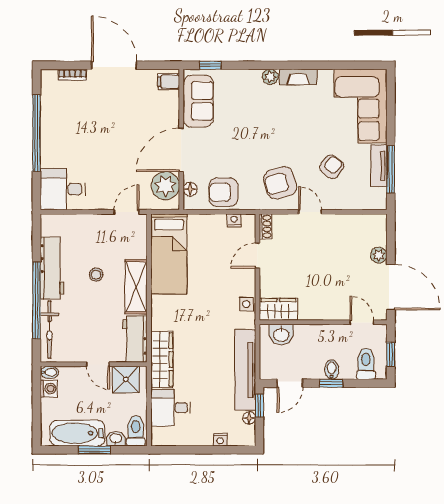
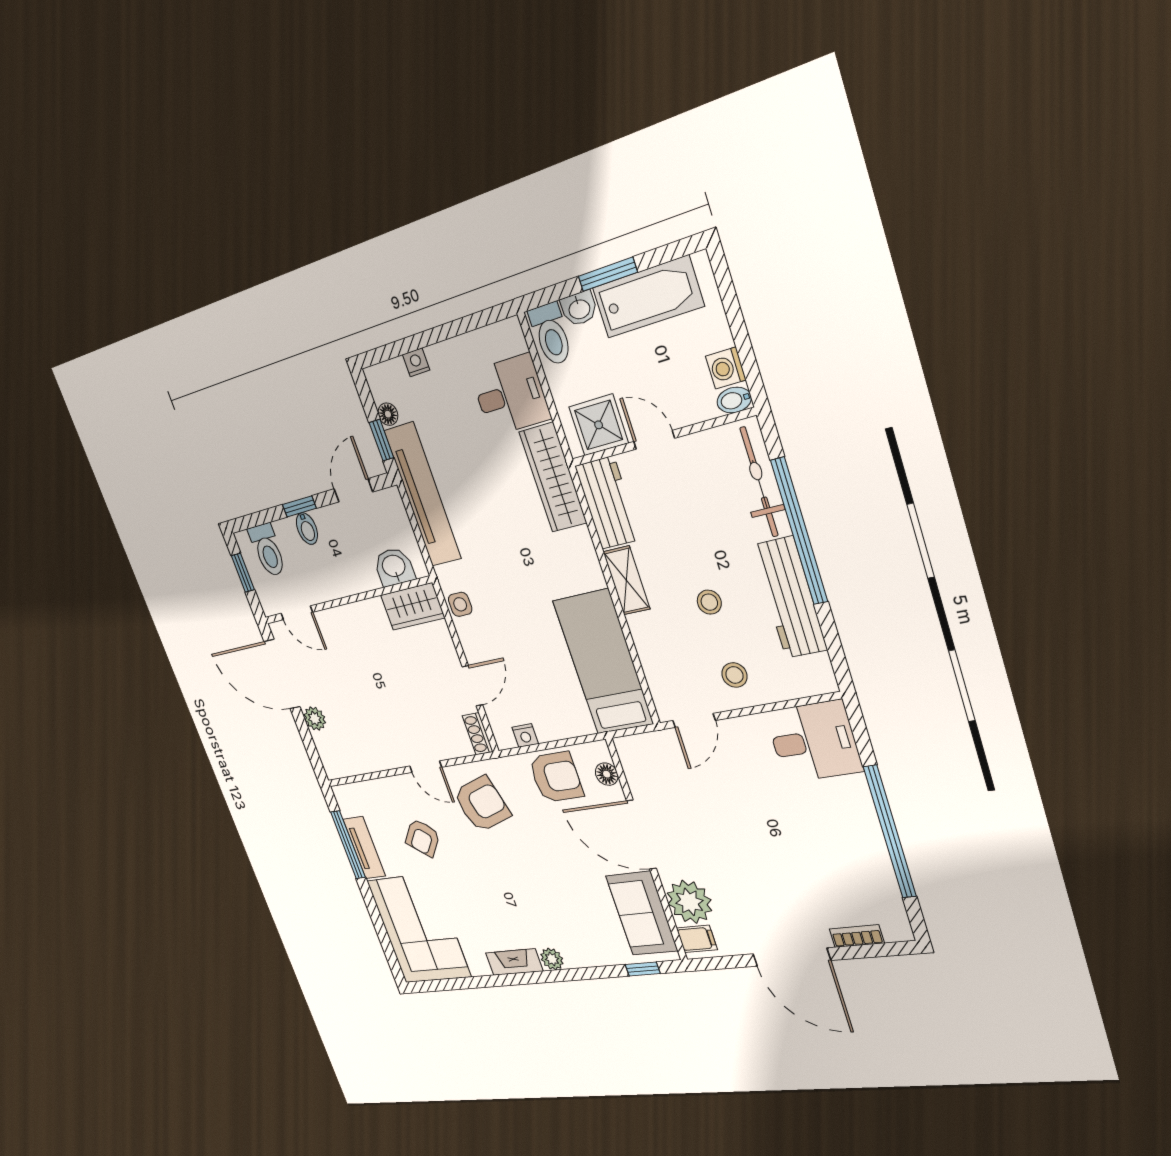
door: (181, 150) -> (641, 835), swing flipped
plant: (165, 186) -> (689, 902), moved
stool: (95, 233) -> (734, 675), added
shelving: (136, 287) -> (627, 580), width x0.67, depth x0.75

